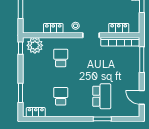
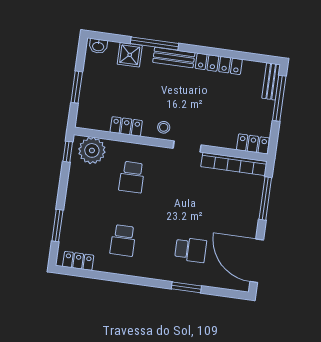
locker: (119, 28) -> (253, 144), moved
school desk: (61, 58) -> (132, 177), turned 180
school desk: (61, 96) -> (123, 240), turned 180
school desk: (102, 96) -> (191, 250), width x0.54
door: (142, 97) -> (257, 261), width x1.88

